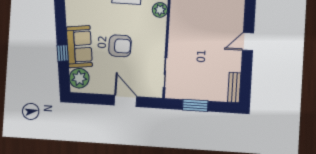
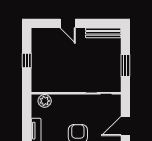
bench: (234, 87) -> (103, 33), width x1.36

